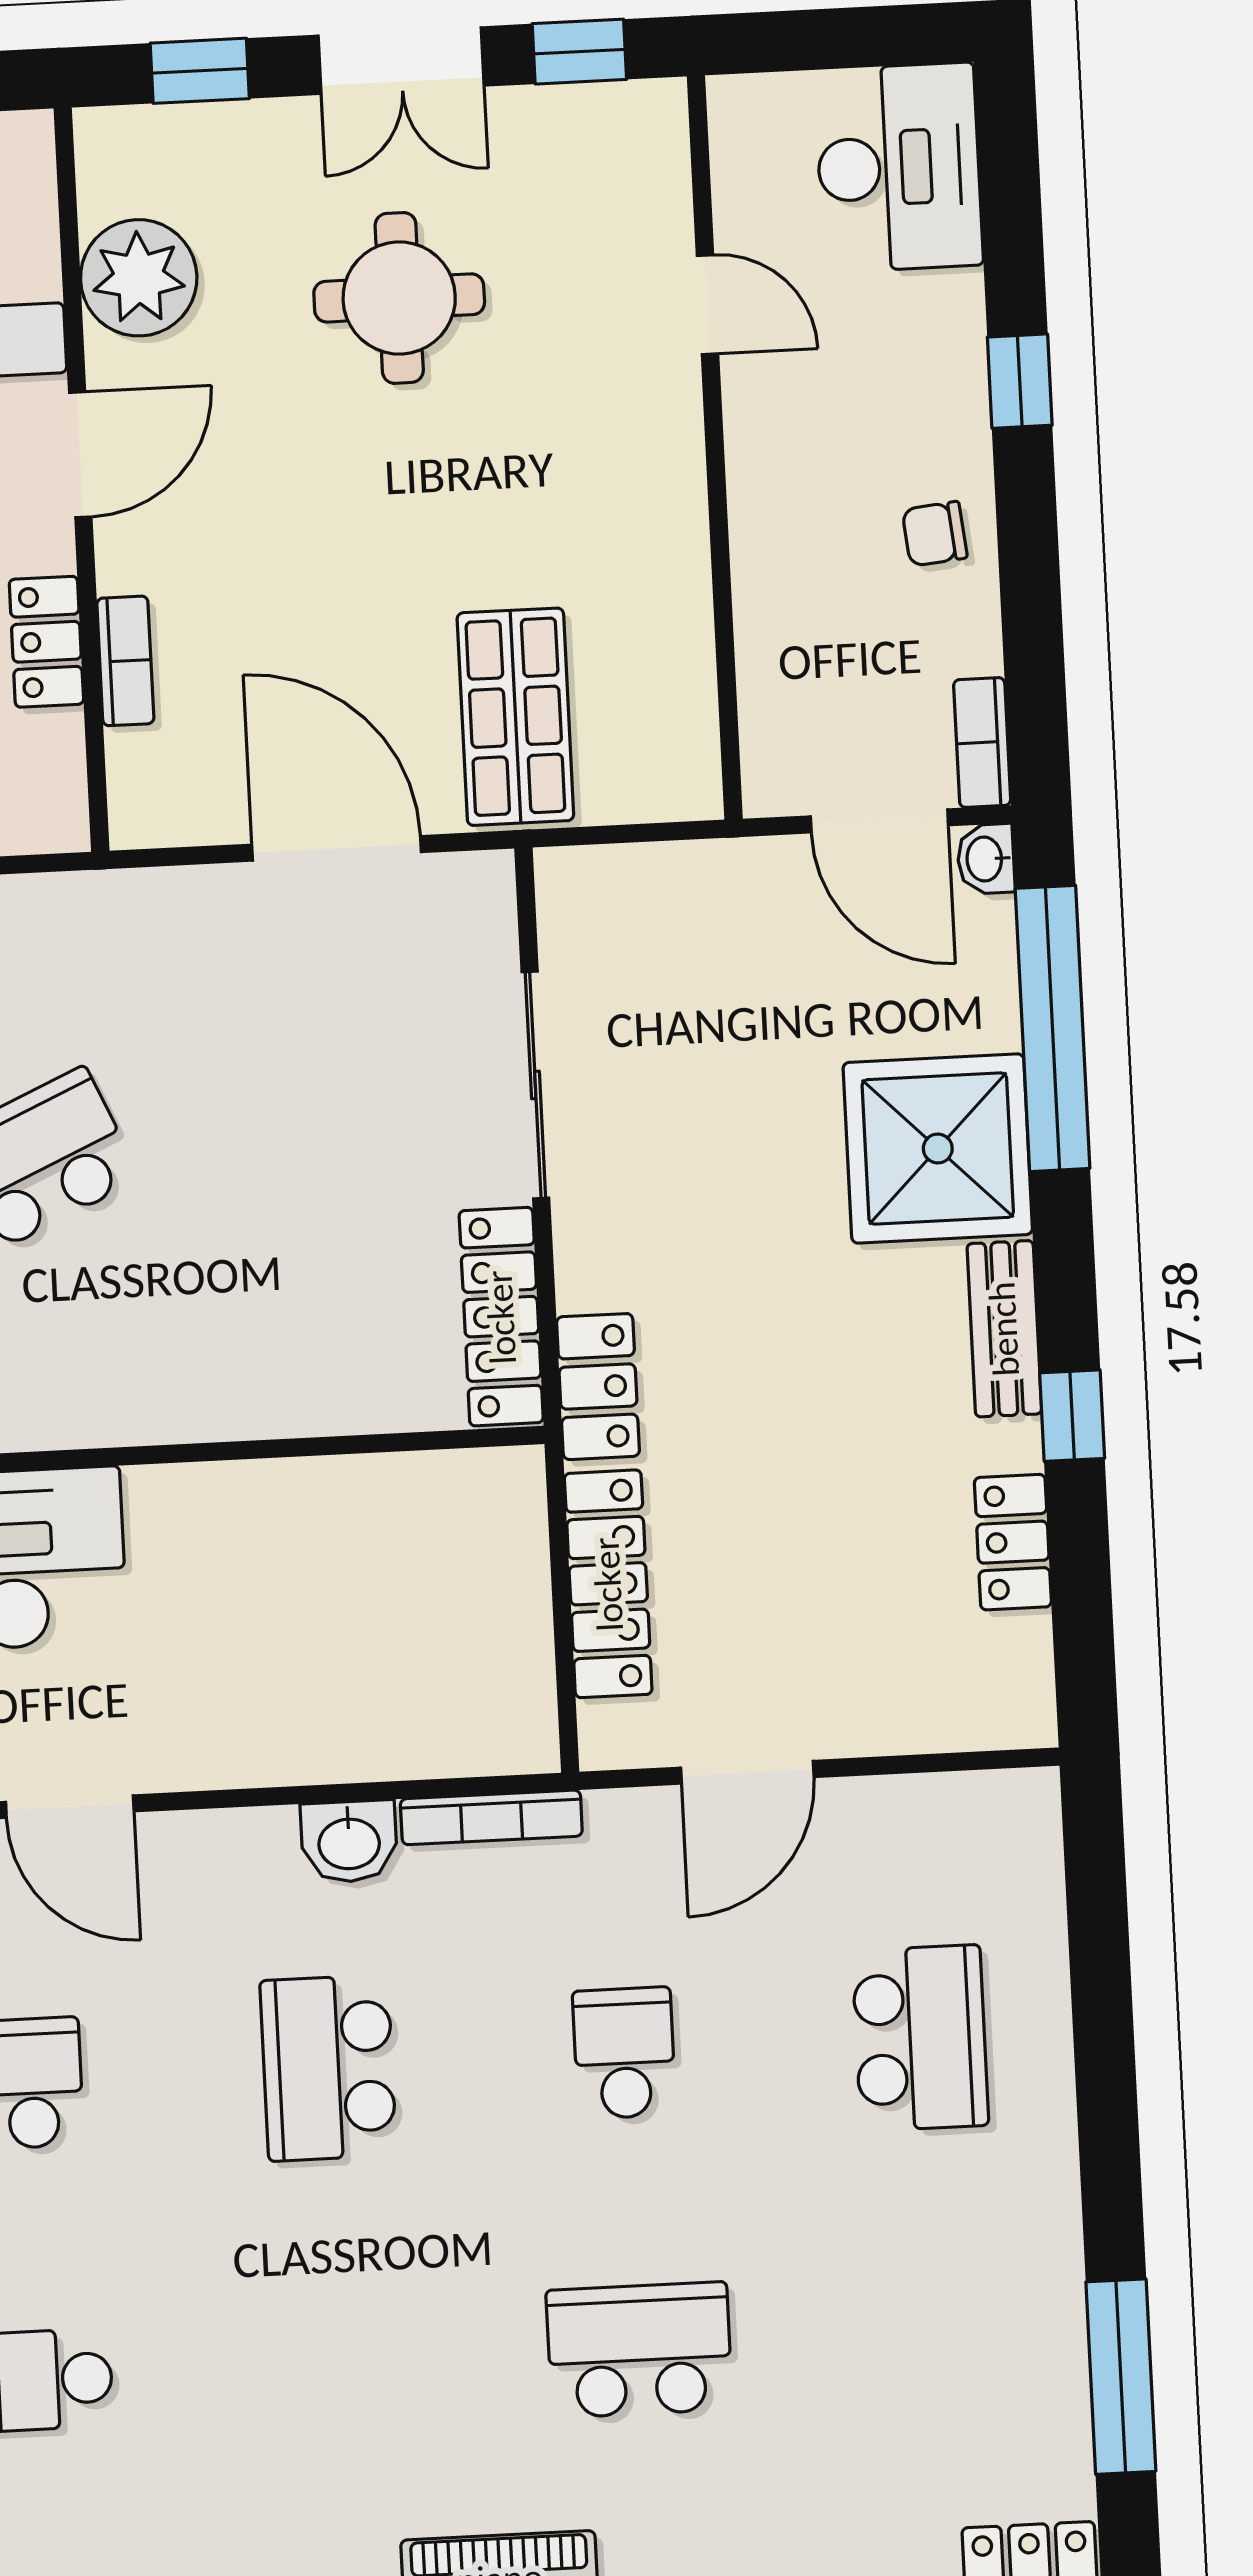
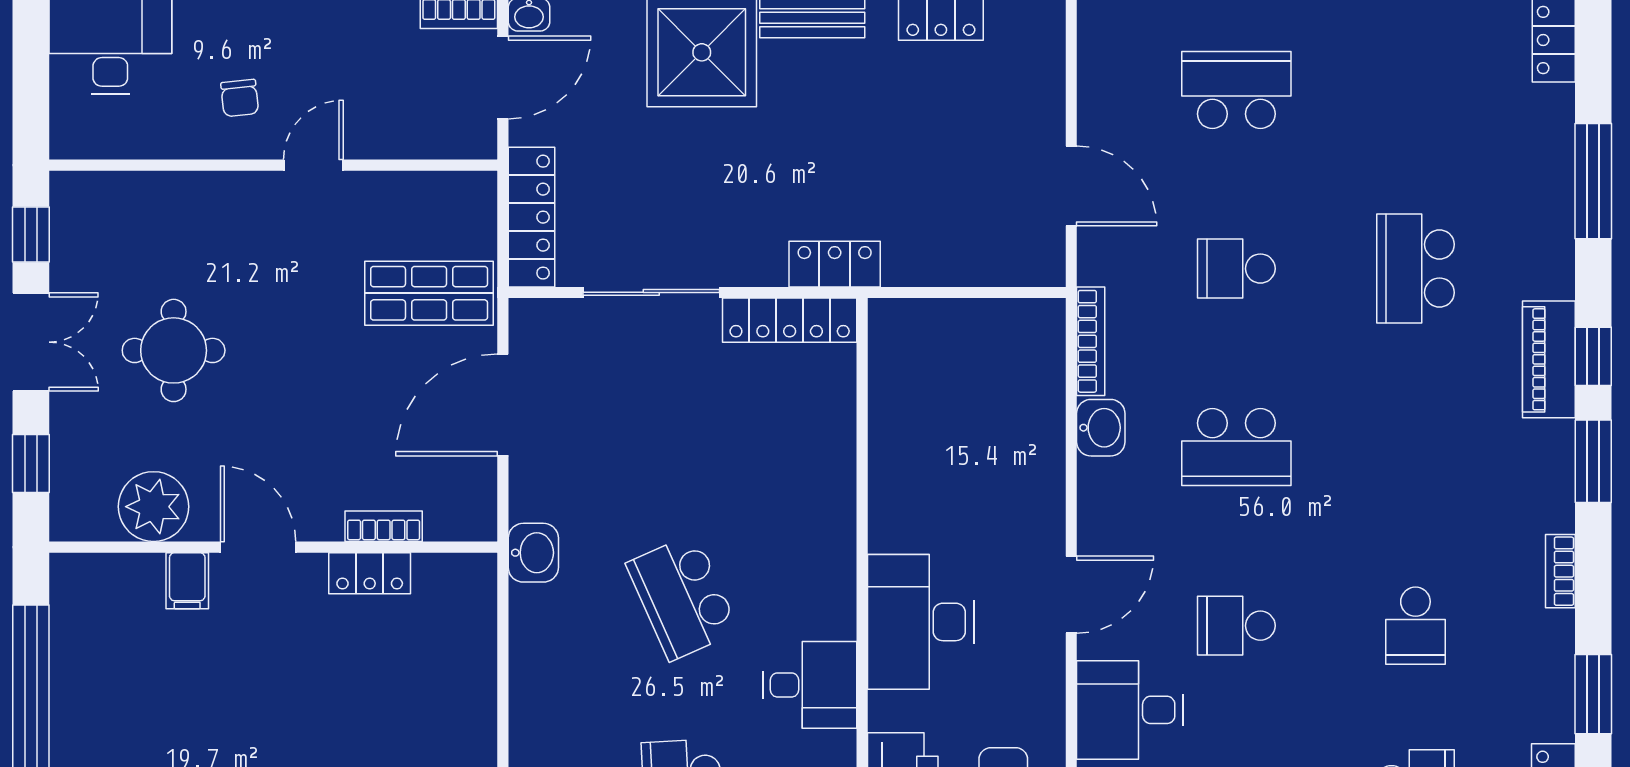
door: (708, 305) -> (313, 165), moved
chair: (935, 534) -> (240, 98), moved
washbasin: (94, 911) -> (533, 553), added
locker: (608, 1584) -> (531, 217), moved, turned 90

